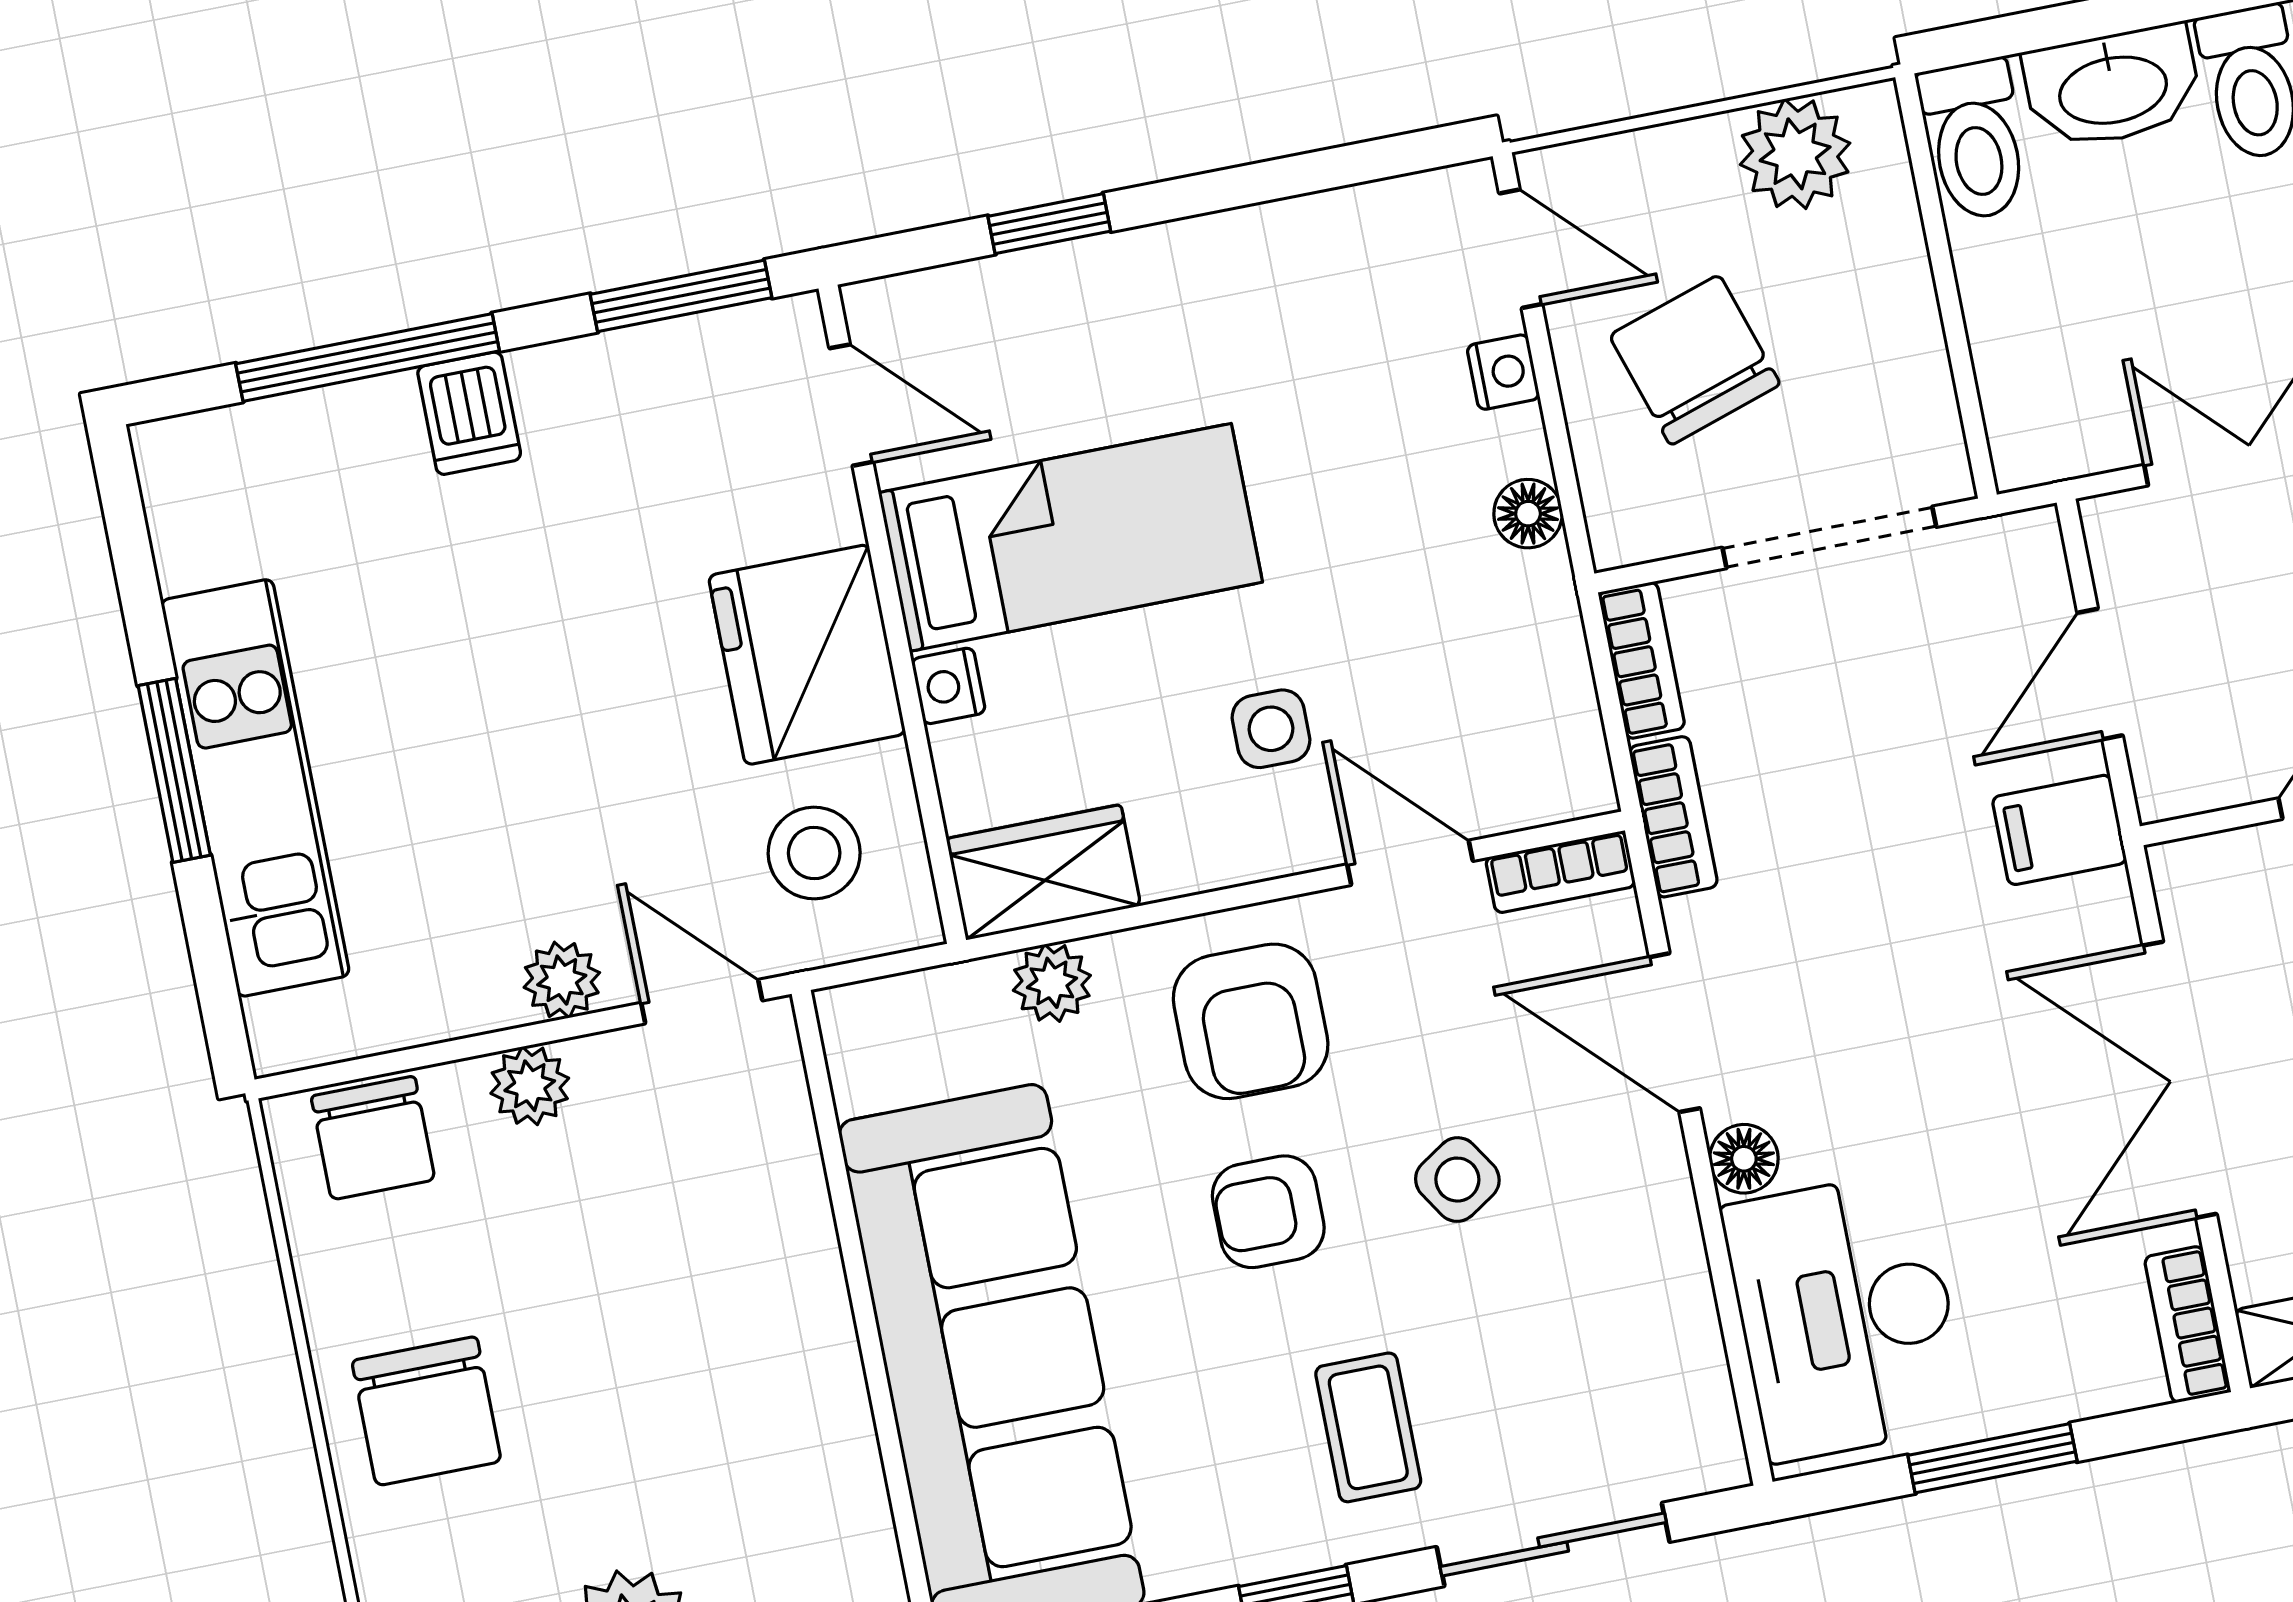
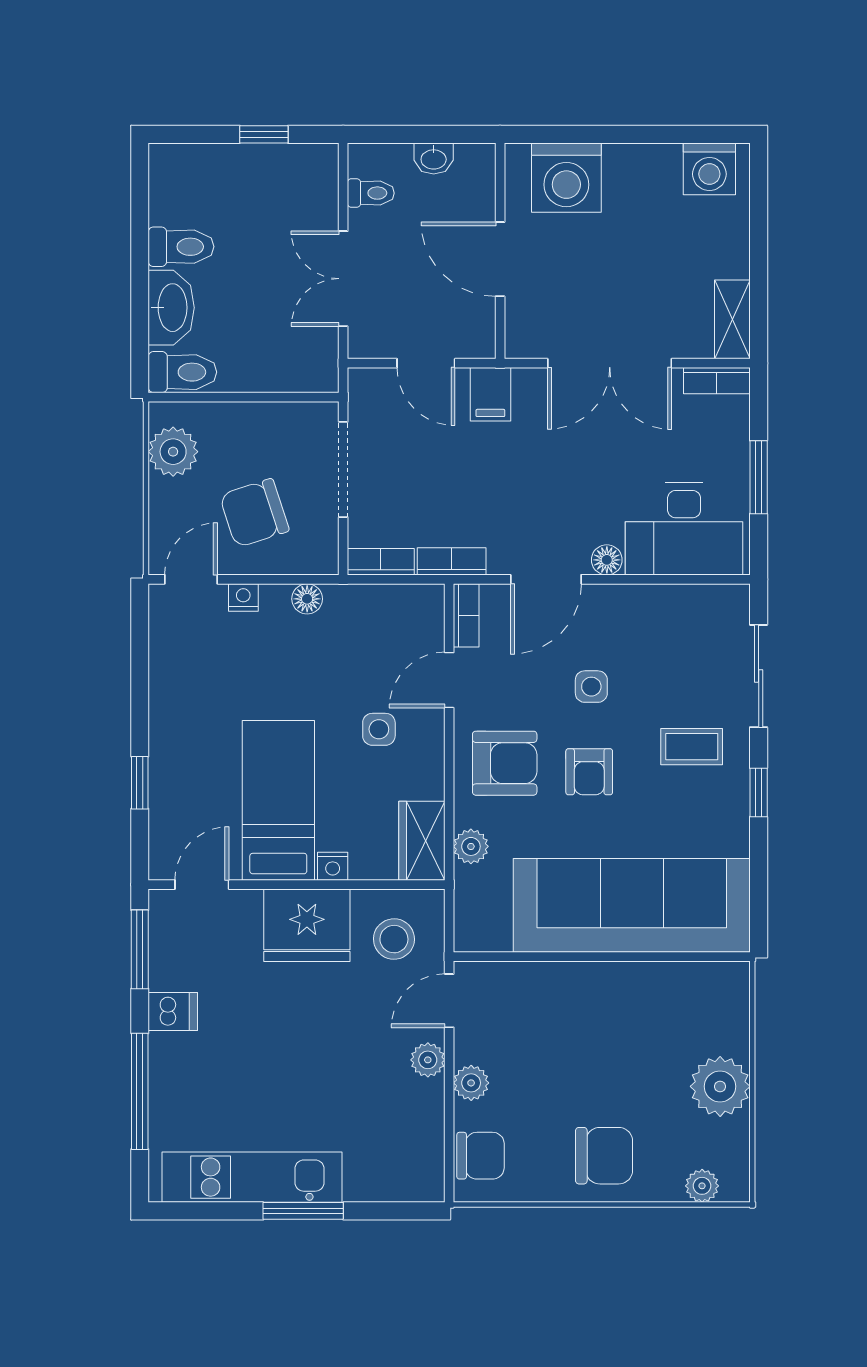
dishwasher: (469, 413) -> (173, 1012), moved
kitchen unit: (255, 788) -> (252, 1177), moved
side table: (1457, 1180) -> (591, 687), turned 33

